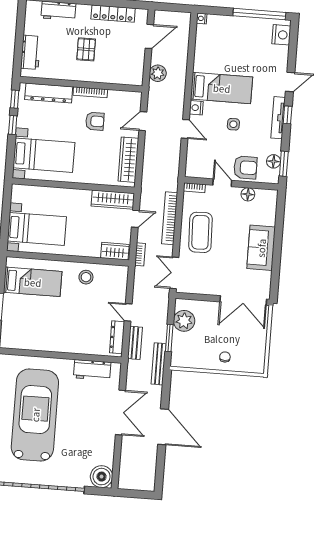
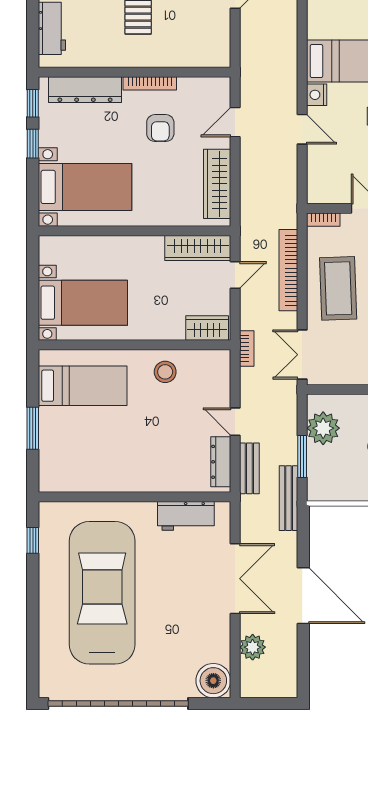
plant: (158, 73) -> (253, 647), moved
armchair: (95, 121) -> (160, 128), turned 90
bookcase: (140, 254) -> (247, 348), moved

